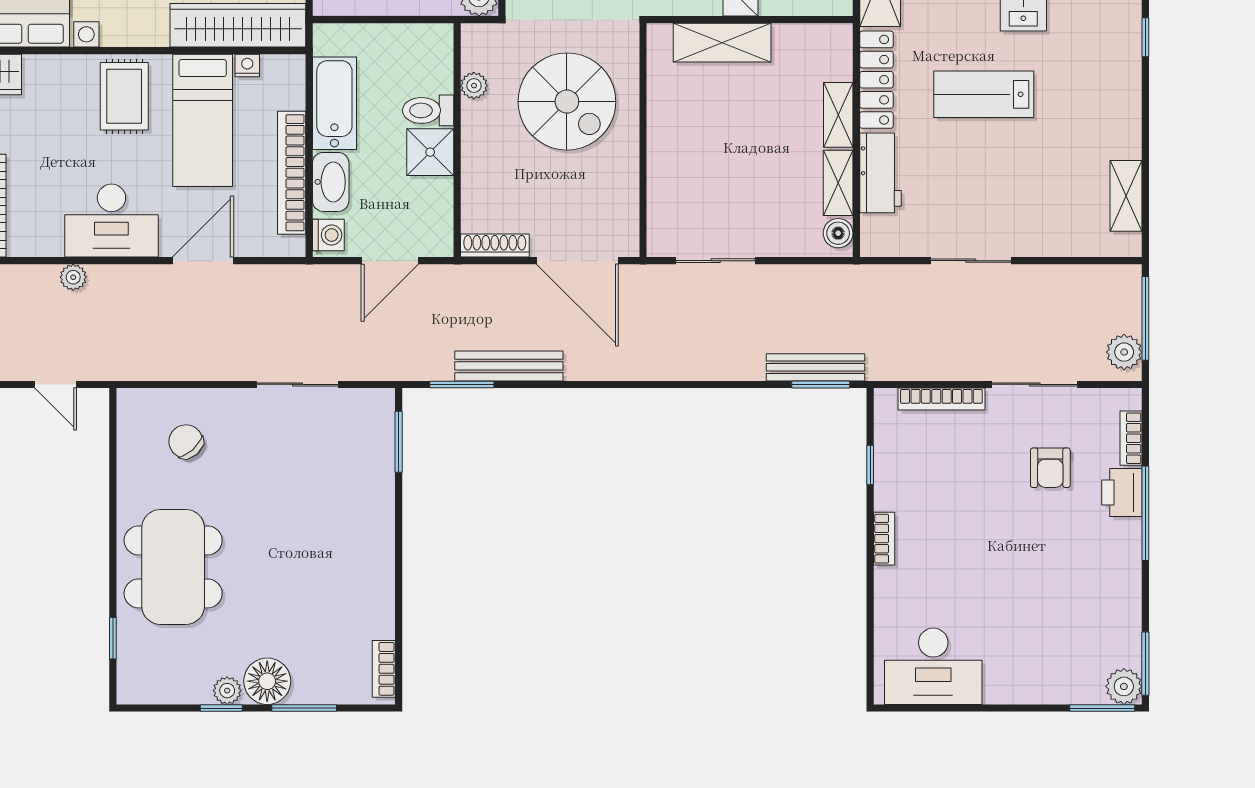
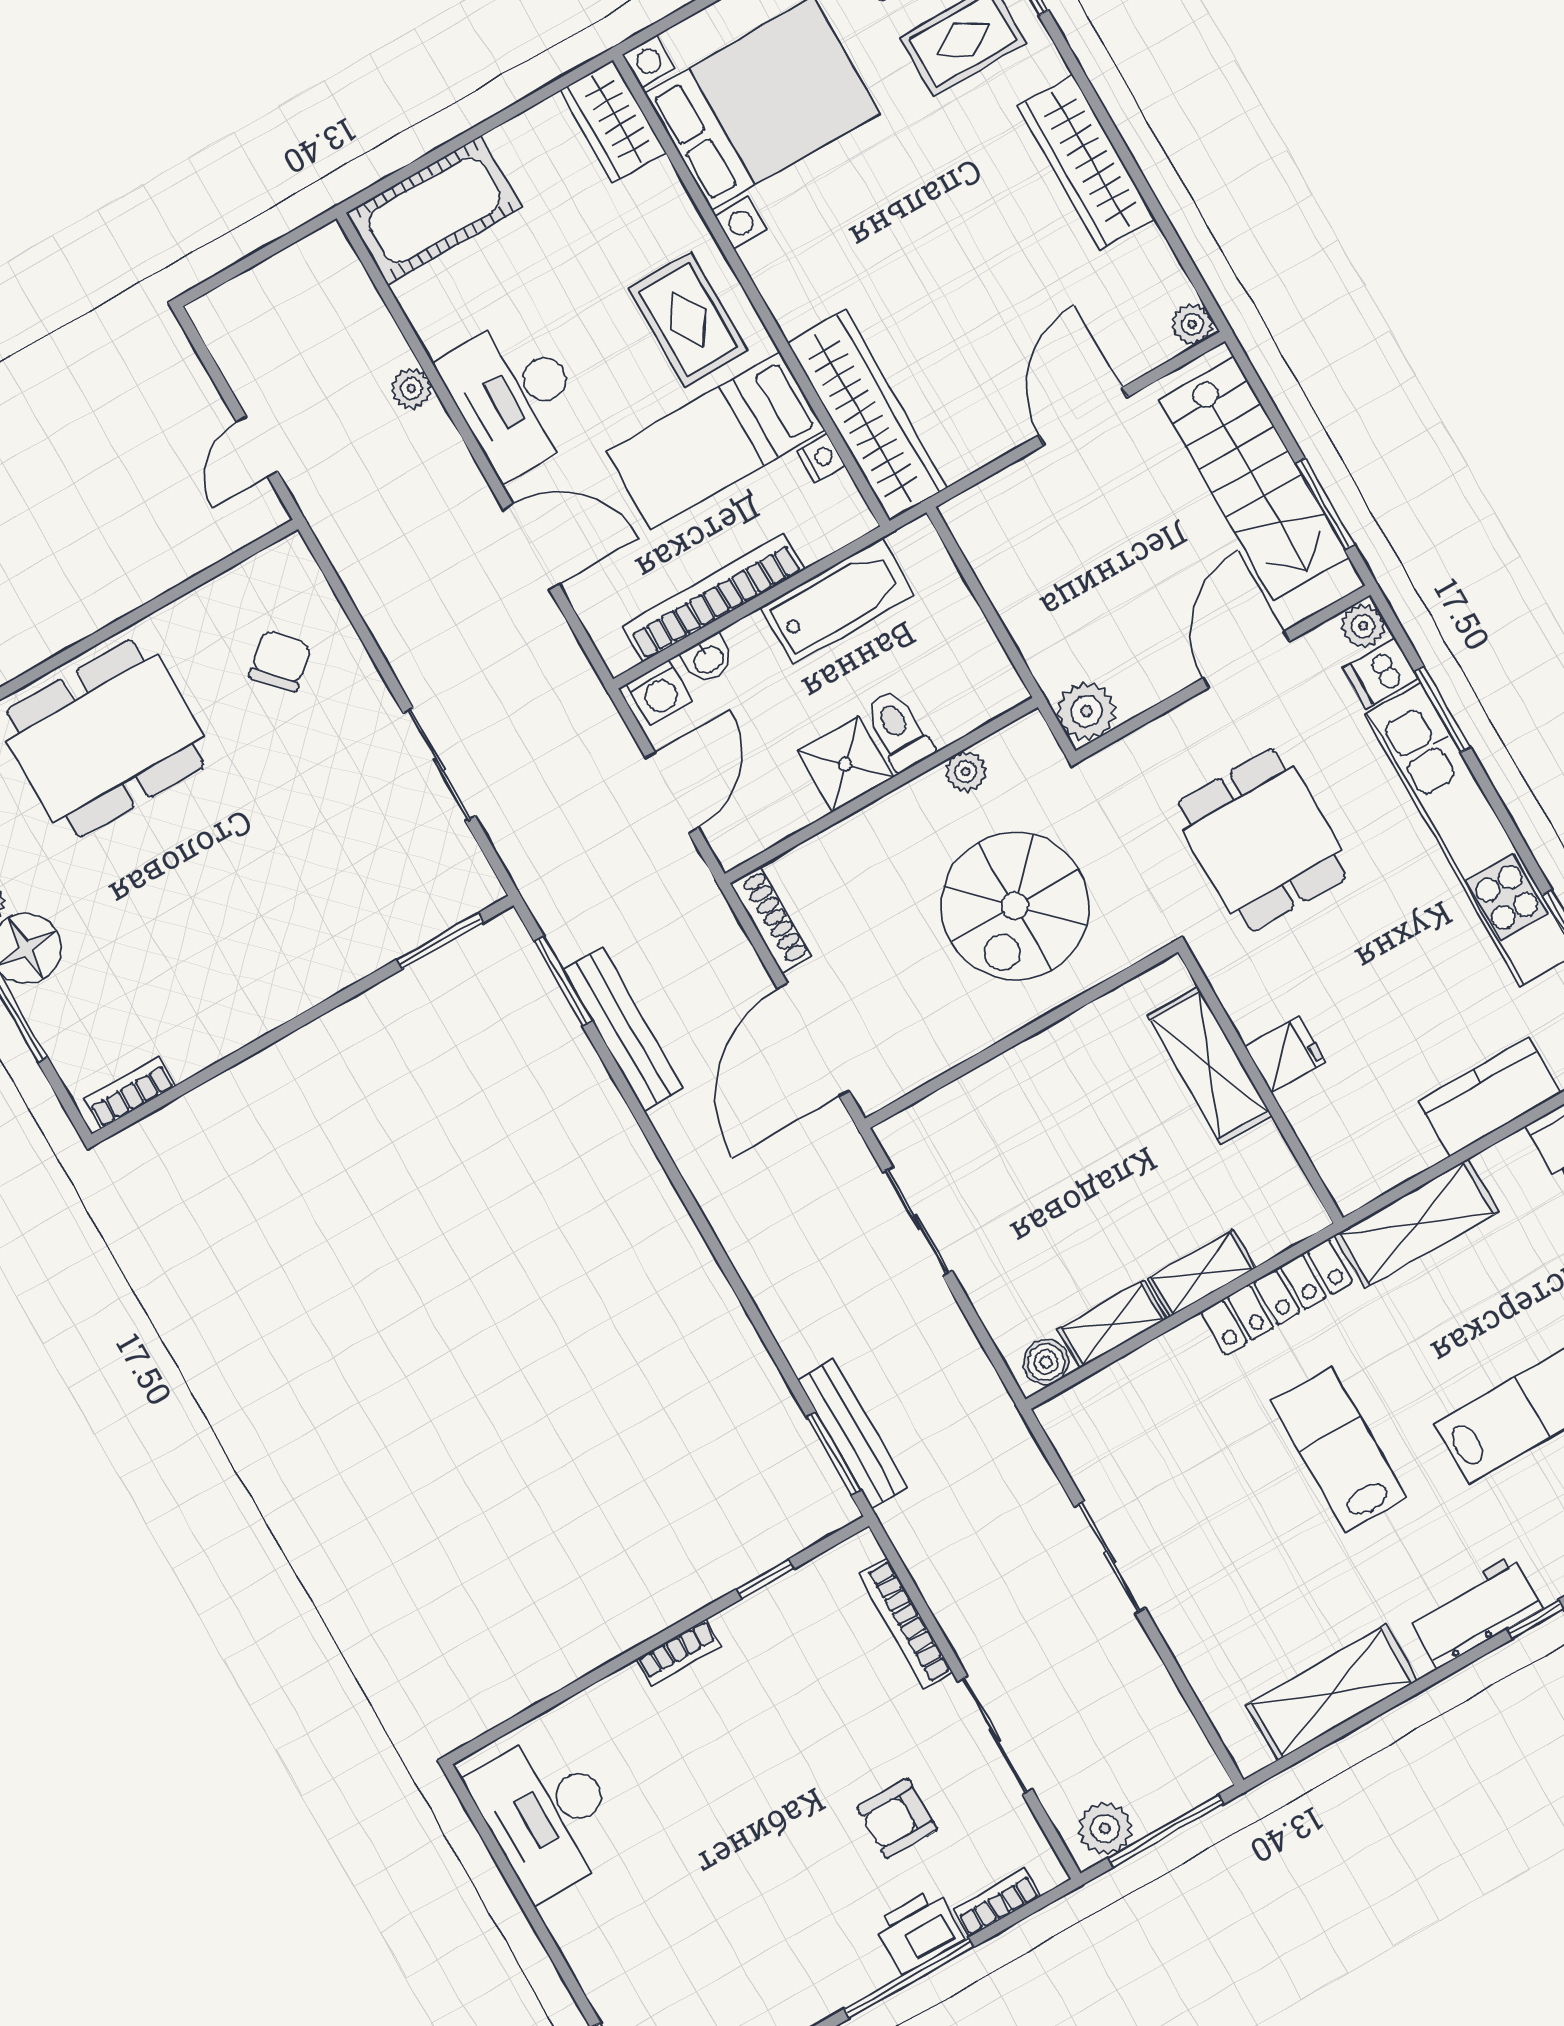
rug: (124, 96) -> (688, 319), turned 90
workbench: (880, 173) -> (1475, 1612), moved, turned 180
washbasin: (331, 182) -> (708, 659), width x0.52, depth x0.69
shelving: (1126, 196) -> (1332, 1693), width x1.50, depth x1.33
door: (390, 261) -> (672, 793), swing flipped

